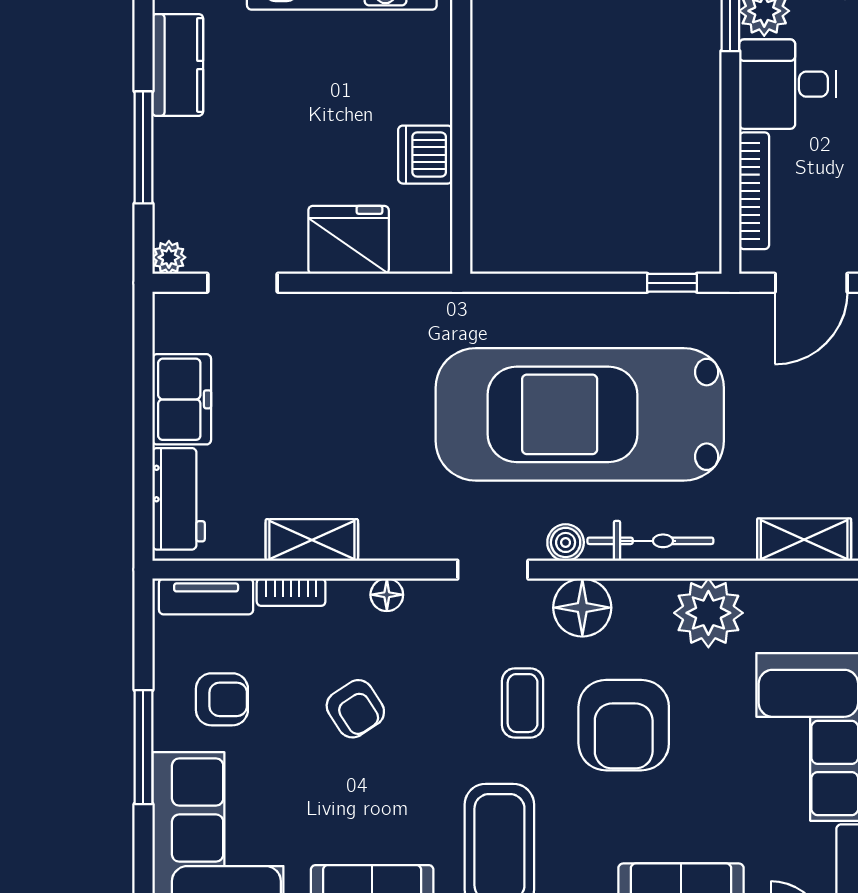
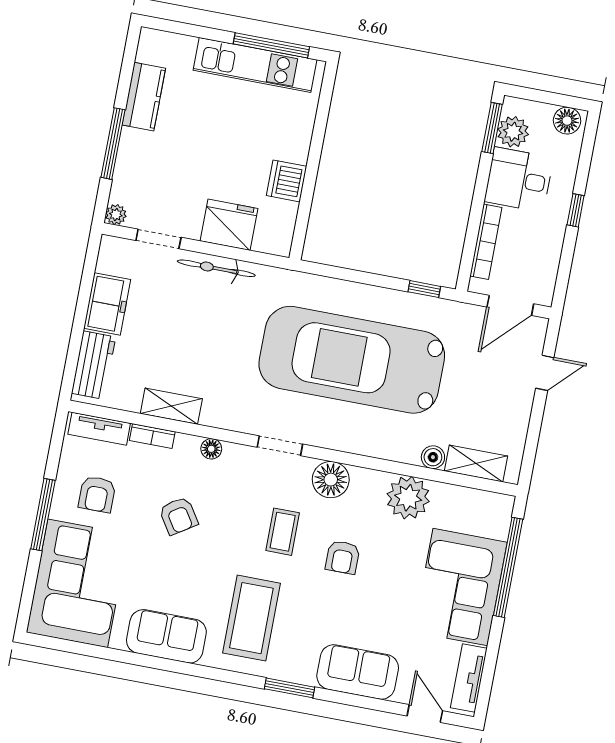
bicycle: (650, 541) -> (216, 268), moved, turned 180
boiler: (566, 542) -> (433, 457), moved
armchair: (222, 699) -> (97, 494), turned 90
armchair: (624, 725) -> (343, 557), width x0.53, depth x0.53

